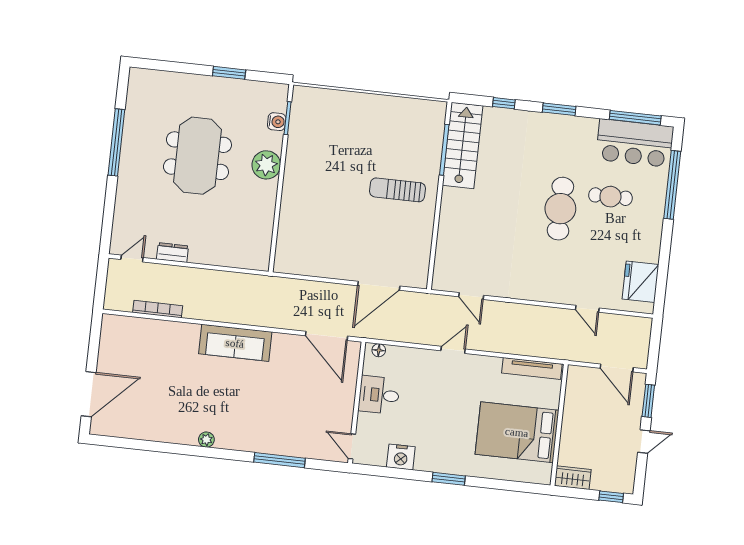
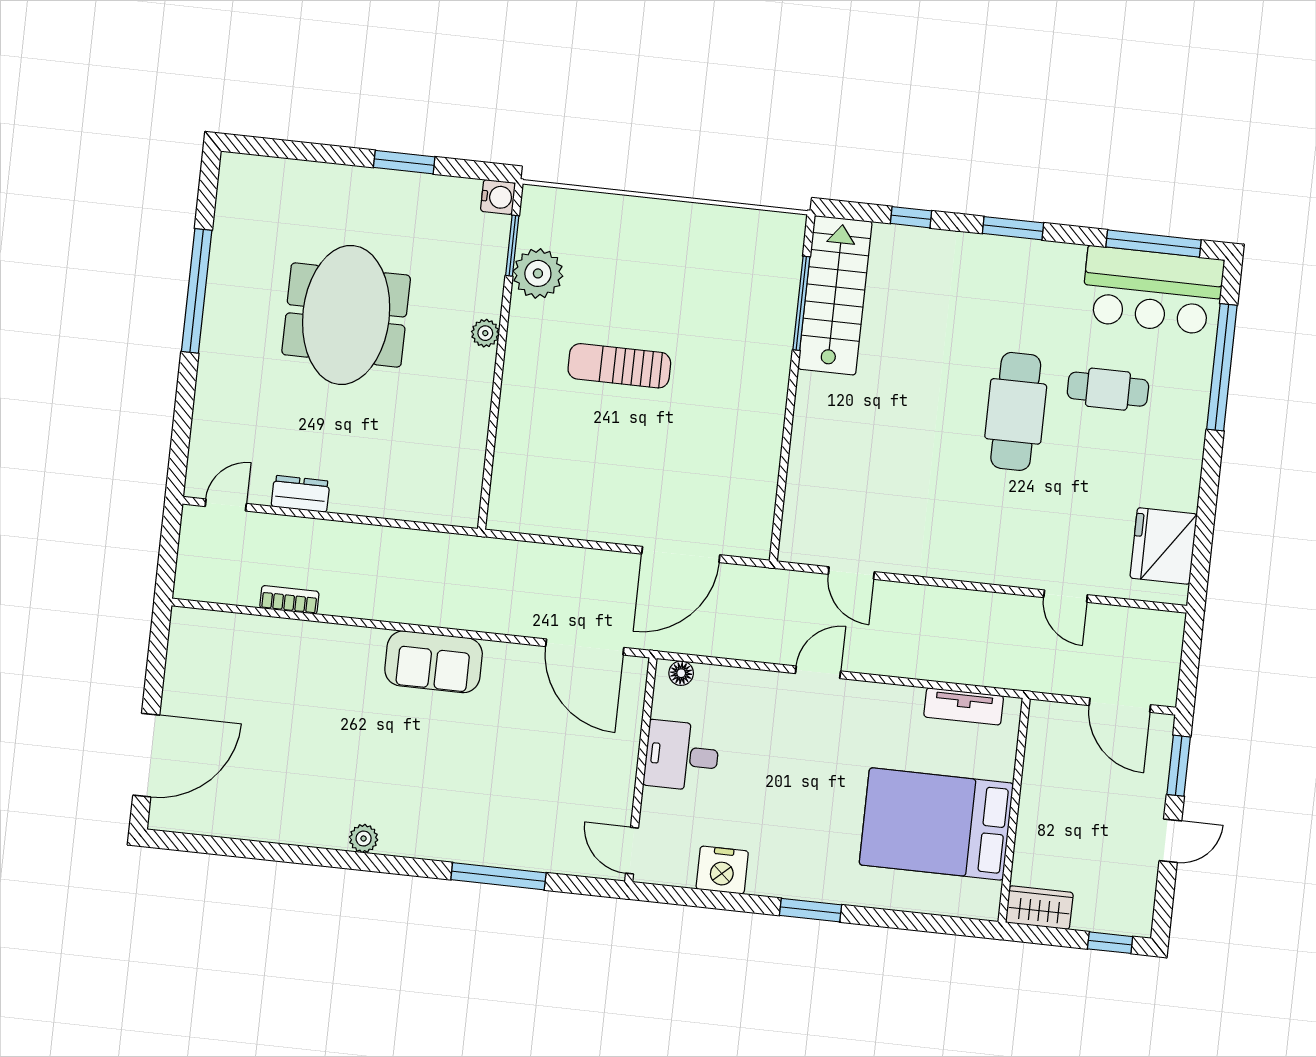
water cooler: (277, 122) -> (498, 197), moved
plant: (301, 133) -> (538, 273), added
plant: (266, 165) -> (485, 333), width x0.53, depth x0.53
sun lounger: (397, 190) -> (619, 366), moved
bookcase: (158, 309) -> (289, 600), width x0.64
sofa: (235, 343) -> (434, 662), width x0.73
tv unit: (532, 368) -> (964, 706), width x0.71

